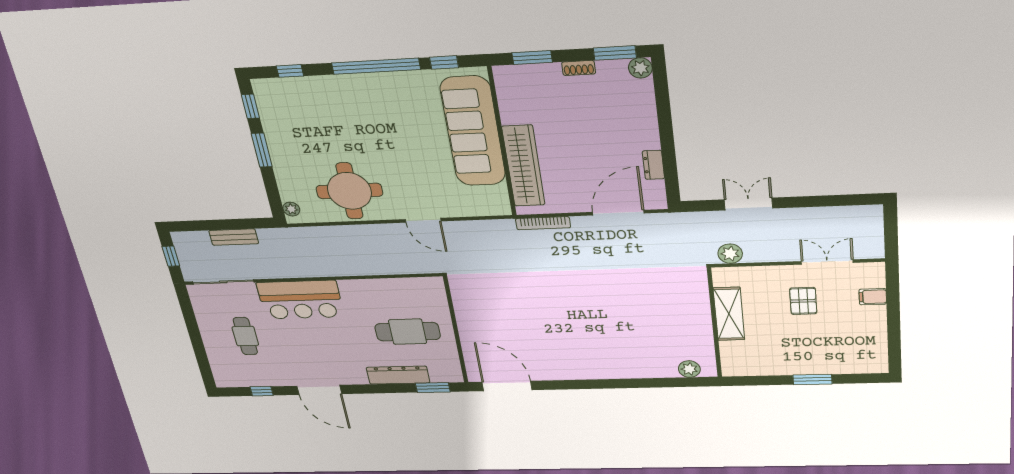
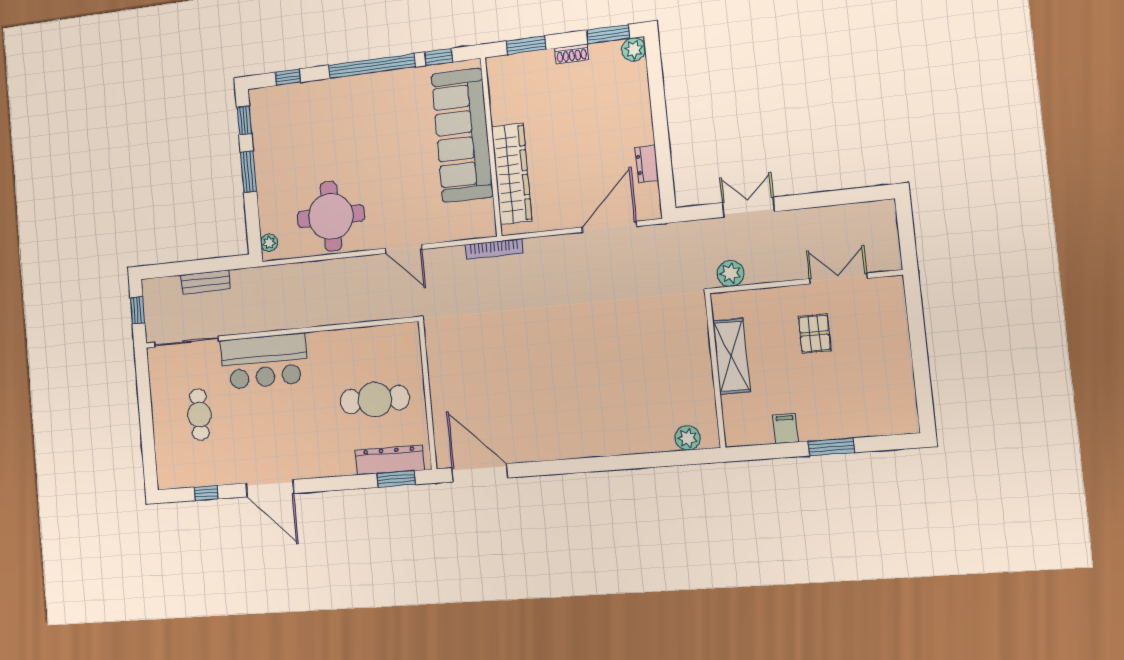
bookcase: (543, 223) -> (494, 249), moved
filing cabinet: (873, 297) -> (785, 428), moved, turned 90
dresser: (398, 375) -> (390, 460), moved

